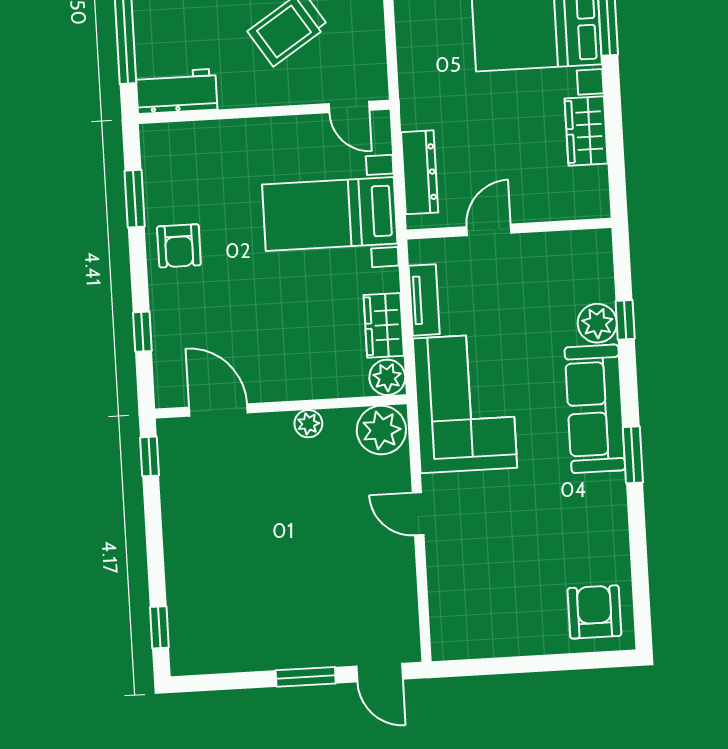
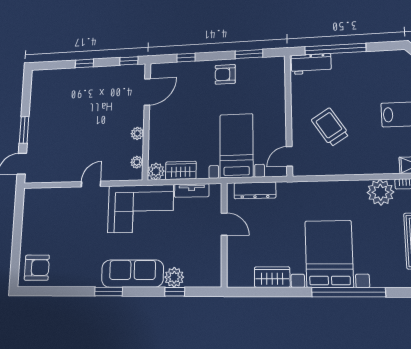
workbench: (177, 91) -> (311, 64), moved, turned 90
plant: (381, 430) -> (137, 162), width x0.53, depth x0.53
window: (159, 627) -> (84, 63), moved

